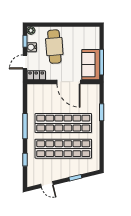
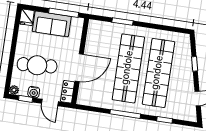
fridge: (93, 32) -> (27, 17), added
sofa: (91, 65) -> (52, 24), moved
door: (68, 82) -> (79, 68), moved

